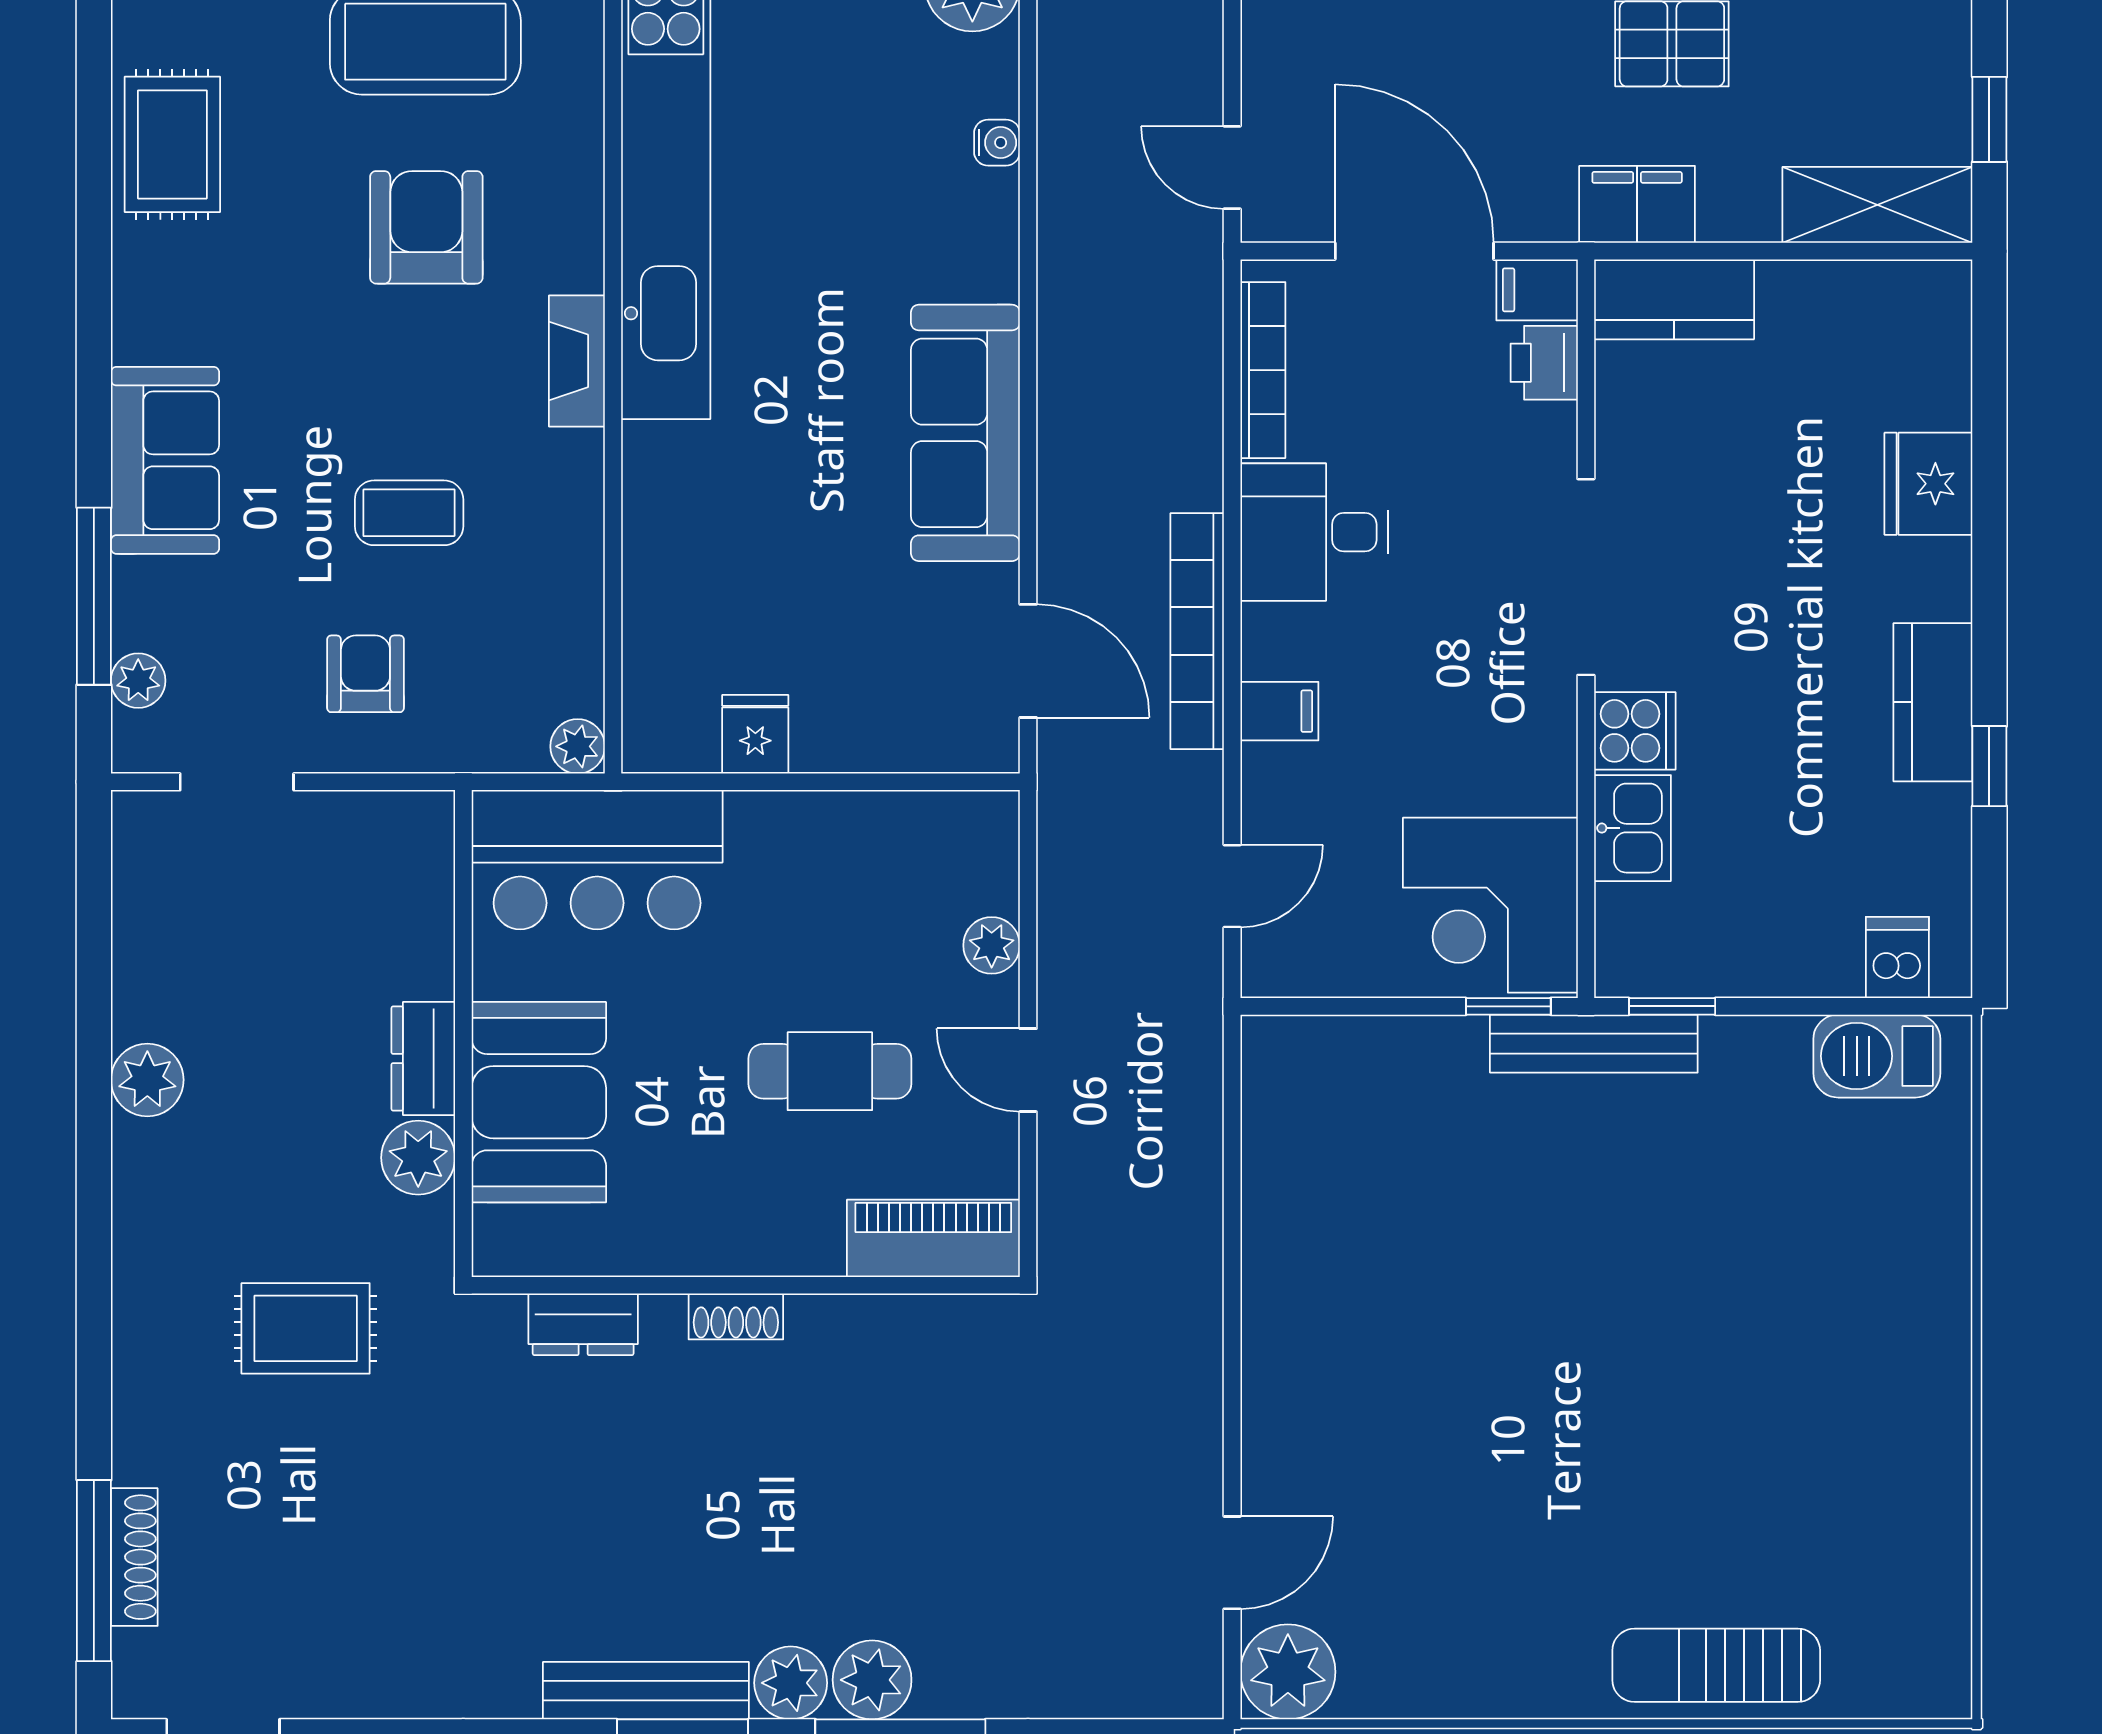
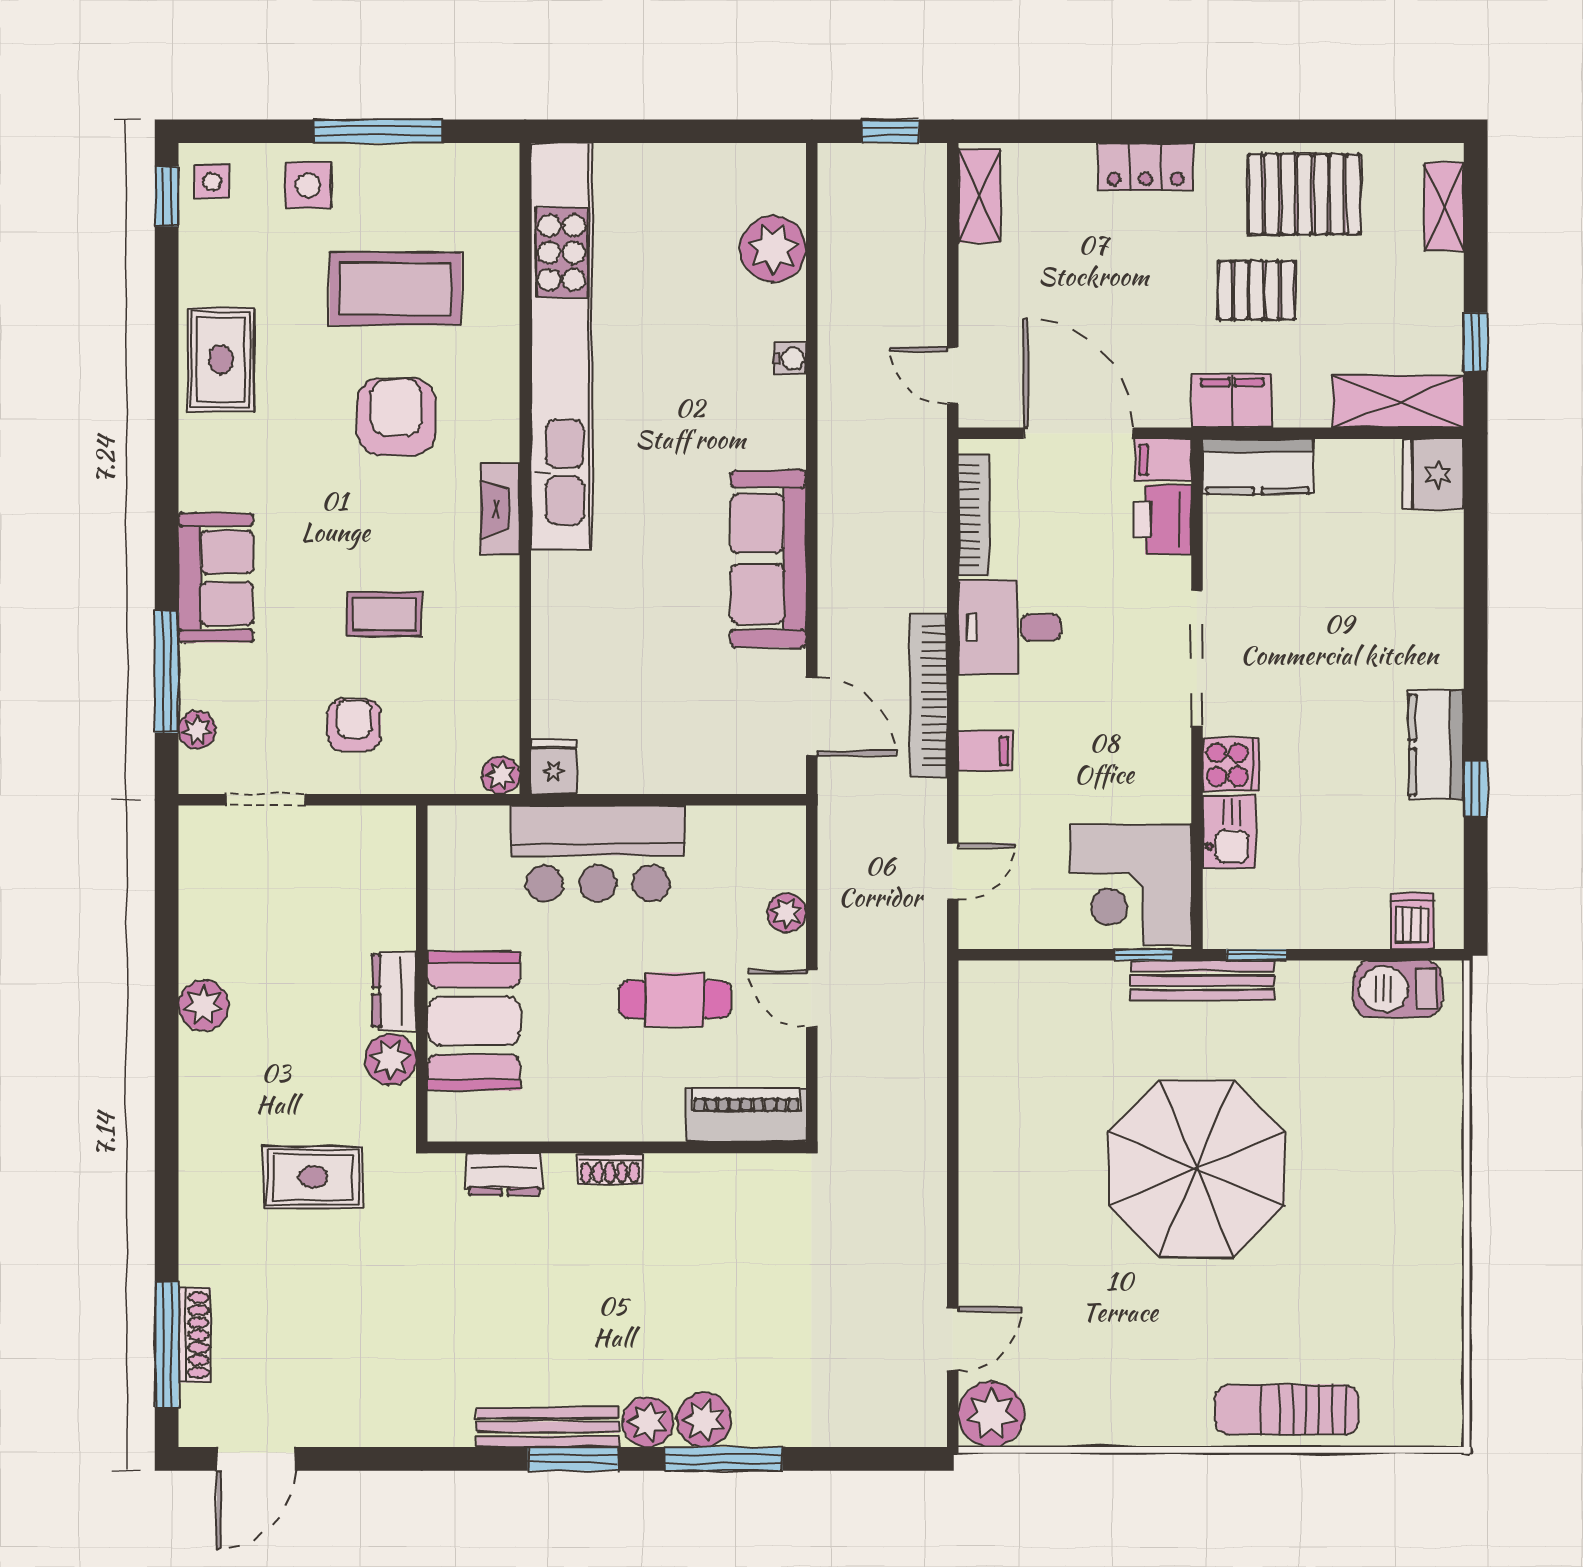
printer: (1544, 363) -> (1163, 520), width x1.36, depth x1.24
fridge: (1928, 484) -> (1433, 474), moved
fridge: (755, 734) -> (554, 767), moved
bar counter: (597, 860) -> (598, 854), moved
parasol: (1585, 1316) -> (1197, 1169), added

